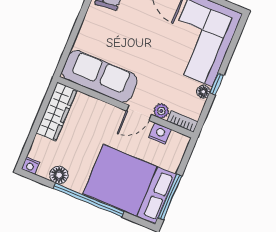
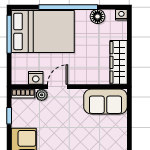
sofa: (100, 76) -> (105, 101), width x0.73
window: (217, 84) -> (9, 116), moved
floor lamp: (203, 92) -> (17, 122), removed

